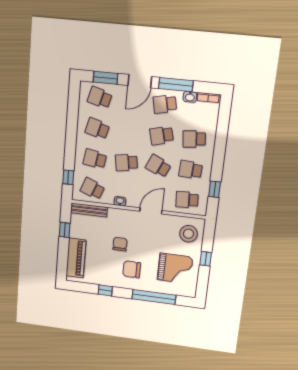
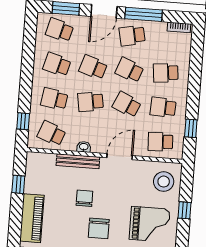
washbasin: (190, 97) -> (159, 27), removed
school desk: (129, 132) -> (93, 67), added
school desk: (161, 135) -> (129, 70), turned 36
bench: (89, 210) -> (78, 161), moved
chair: (132, 269) -> (99, 228), turned -90

